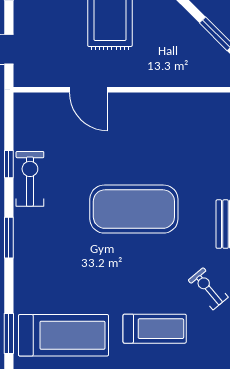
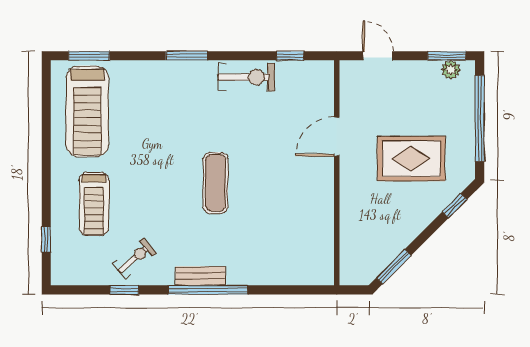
window: (9, 164) -> (290, 56), moved
exercise mat: (134, 209) -> (216, 183), width x0.50, depth x0.69

